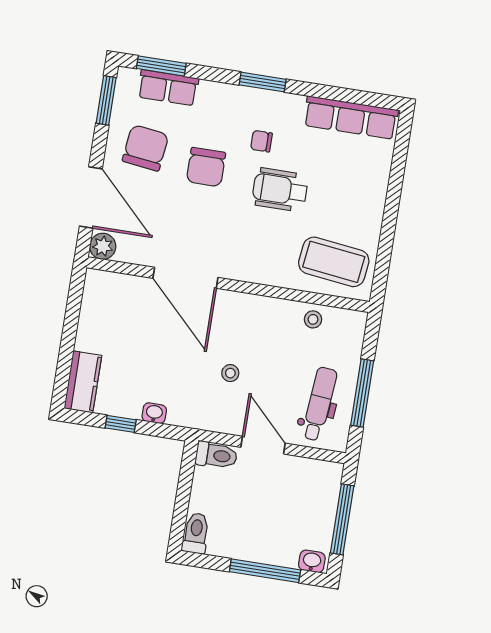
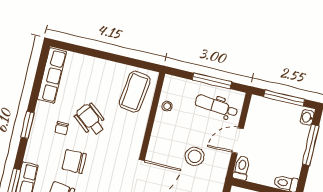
chair: (206, 167) -> (74, 161), turned 180
wheelchair: (280, 190) -> (91, 120), turned 129
stool: (230, 373) -> (195, 156), width x1.89, depth x1.89

